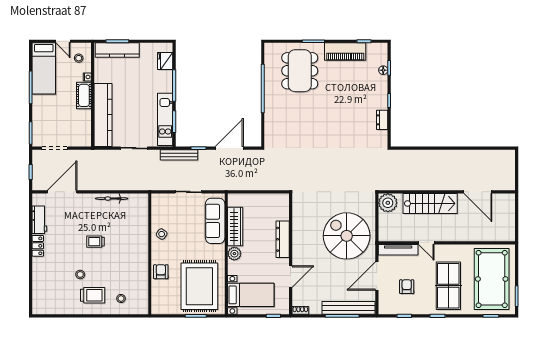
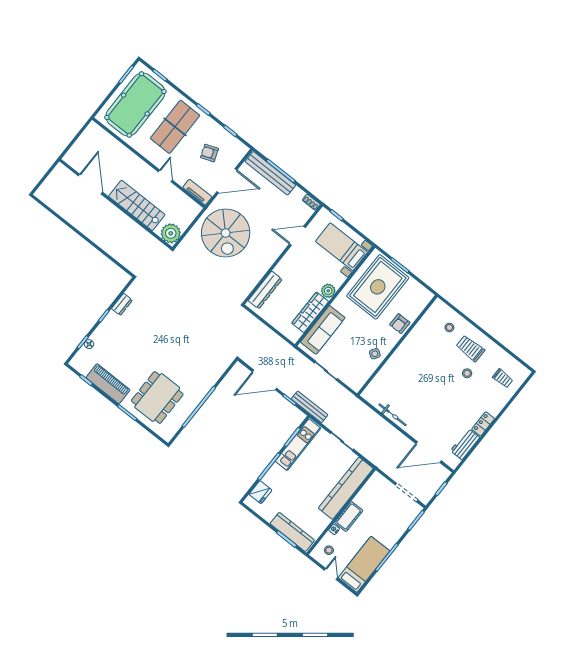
dresser: (283, 239) -> (265, 290), moved
trolley: (95, 242) -> (503, 378), moved
tv unit: (398, 250) -> (197, 192), width x0.71
armchair: (407, 287) -> (209, 153), turned 70

